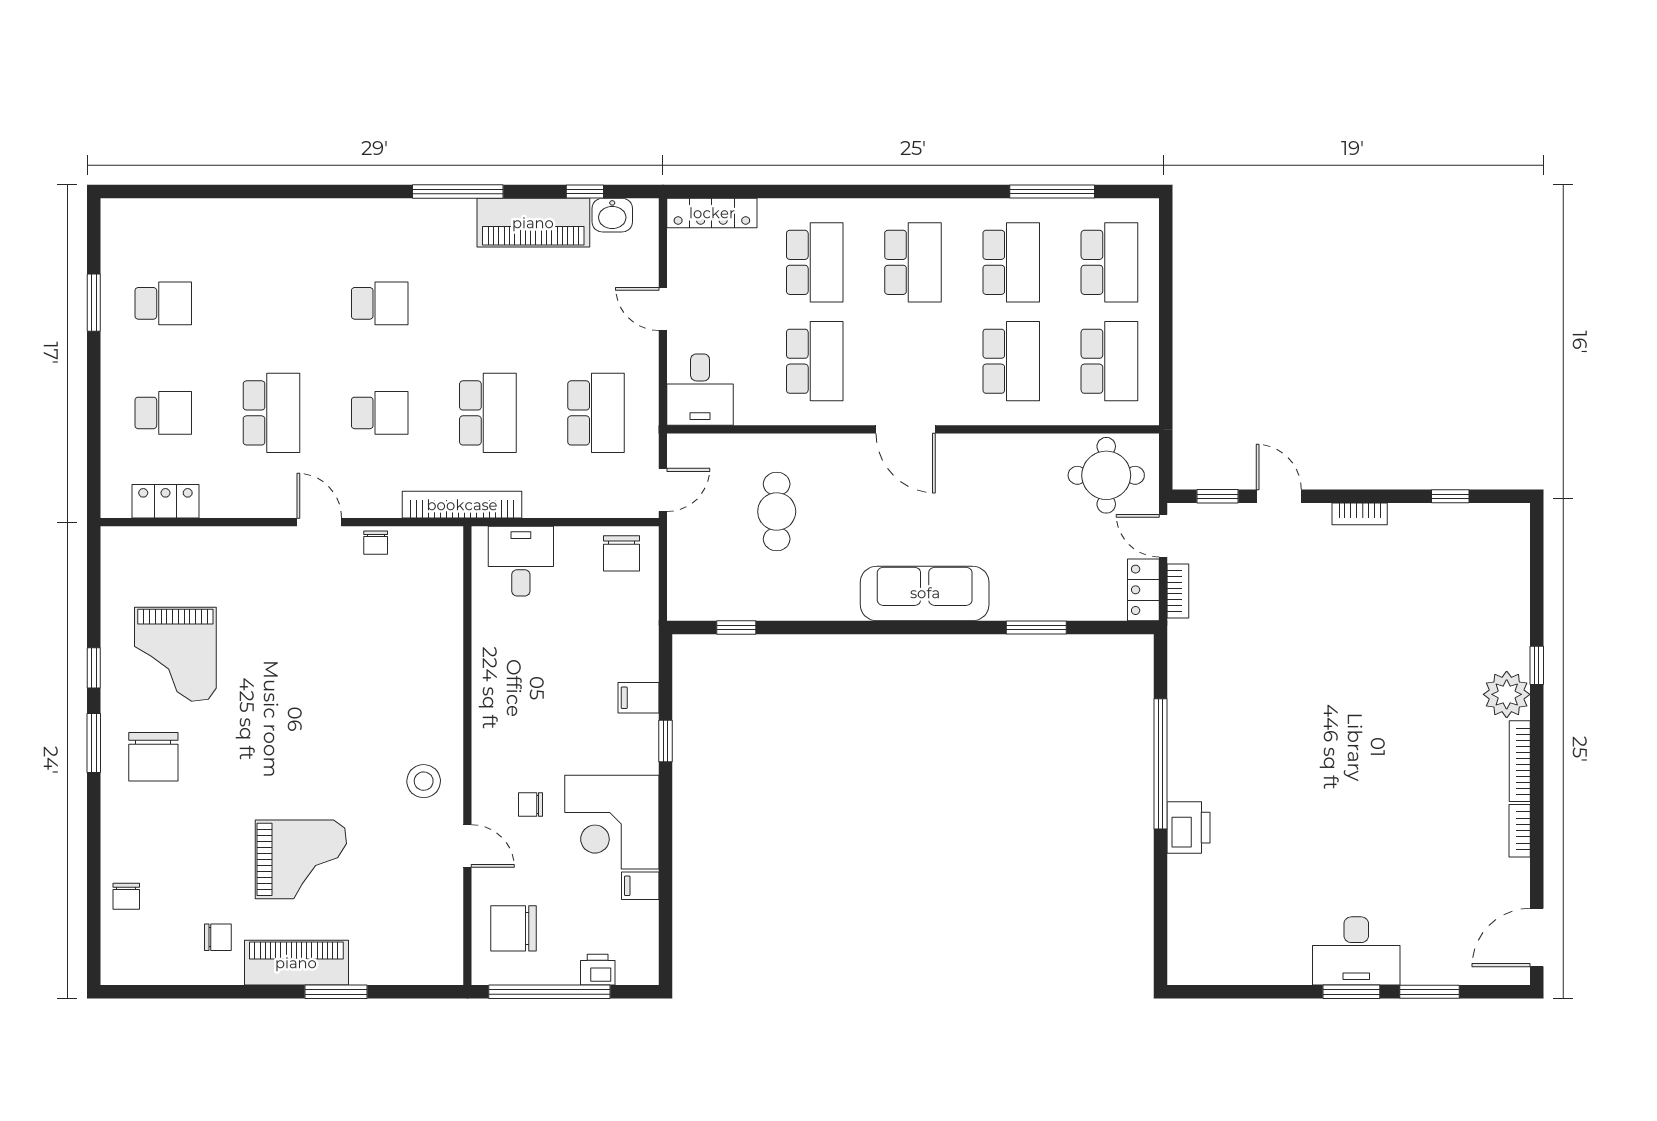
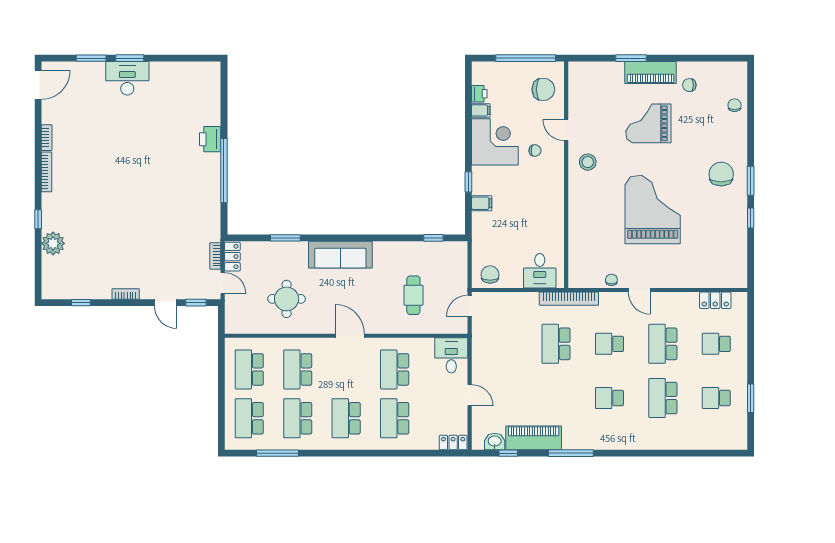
locker: (712, 213) -> (453, 443), width x0.66
school desk: (596, 413) -> (663, 398), moved
round table: (1106, 475) -> (287, 299), moved
grand piano: (175, 654) -> (653, 210), moved, width x1.37, depth x1.48
plant: (1507, 694) -> (53, 243), moved
printer: (598, 970) -> (479, 94), moved, turned -90

